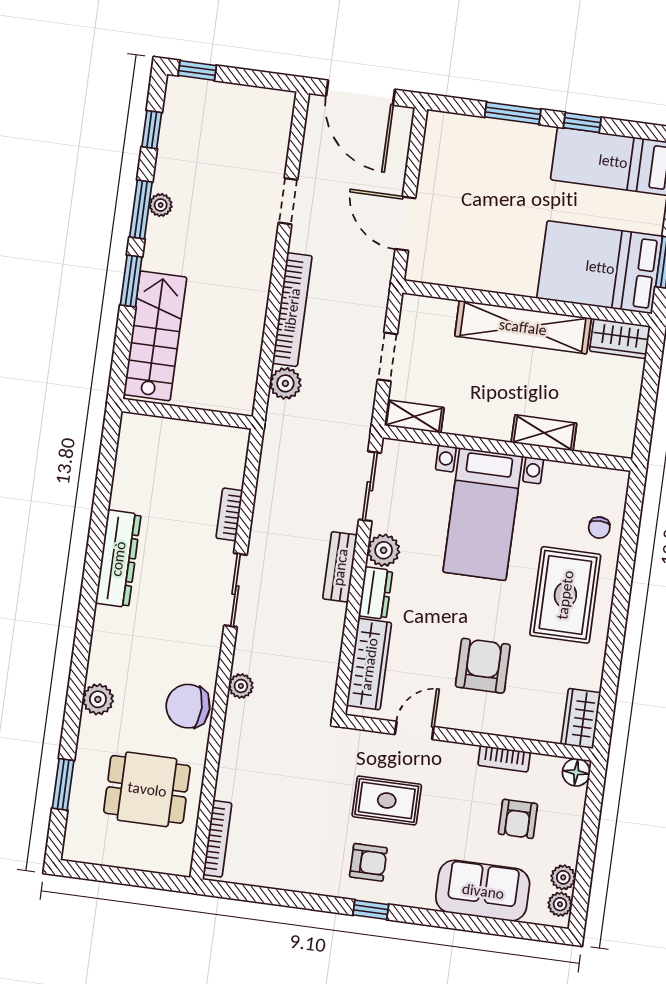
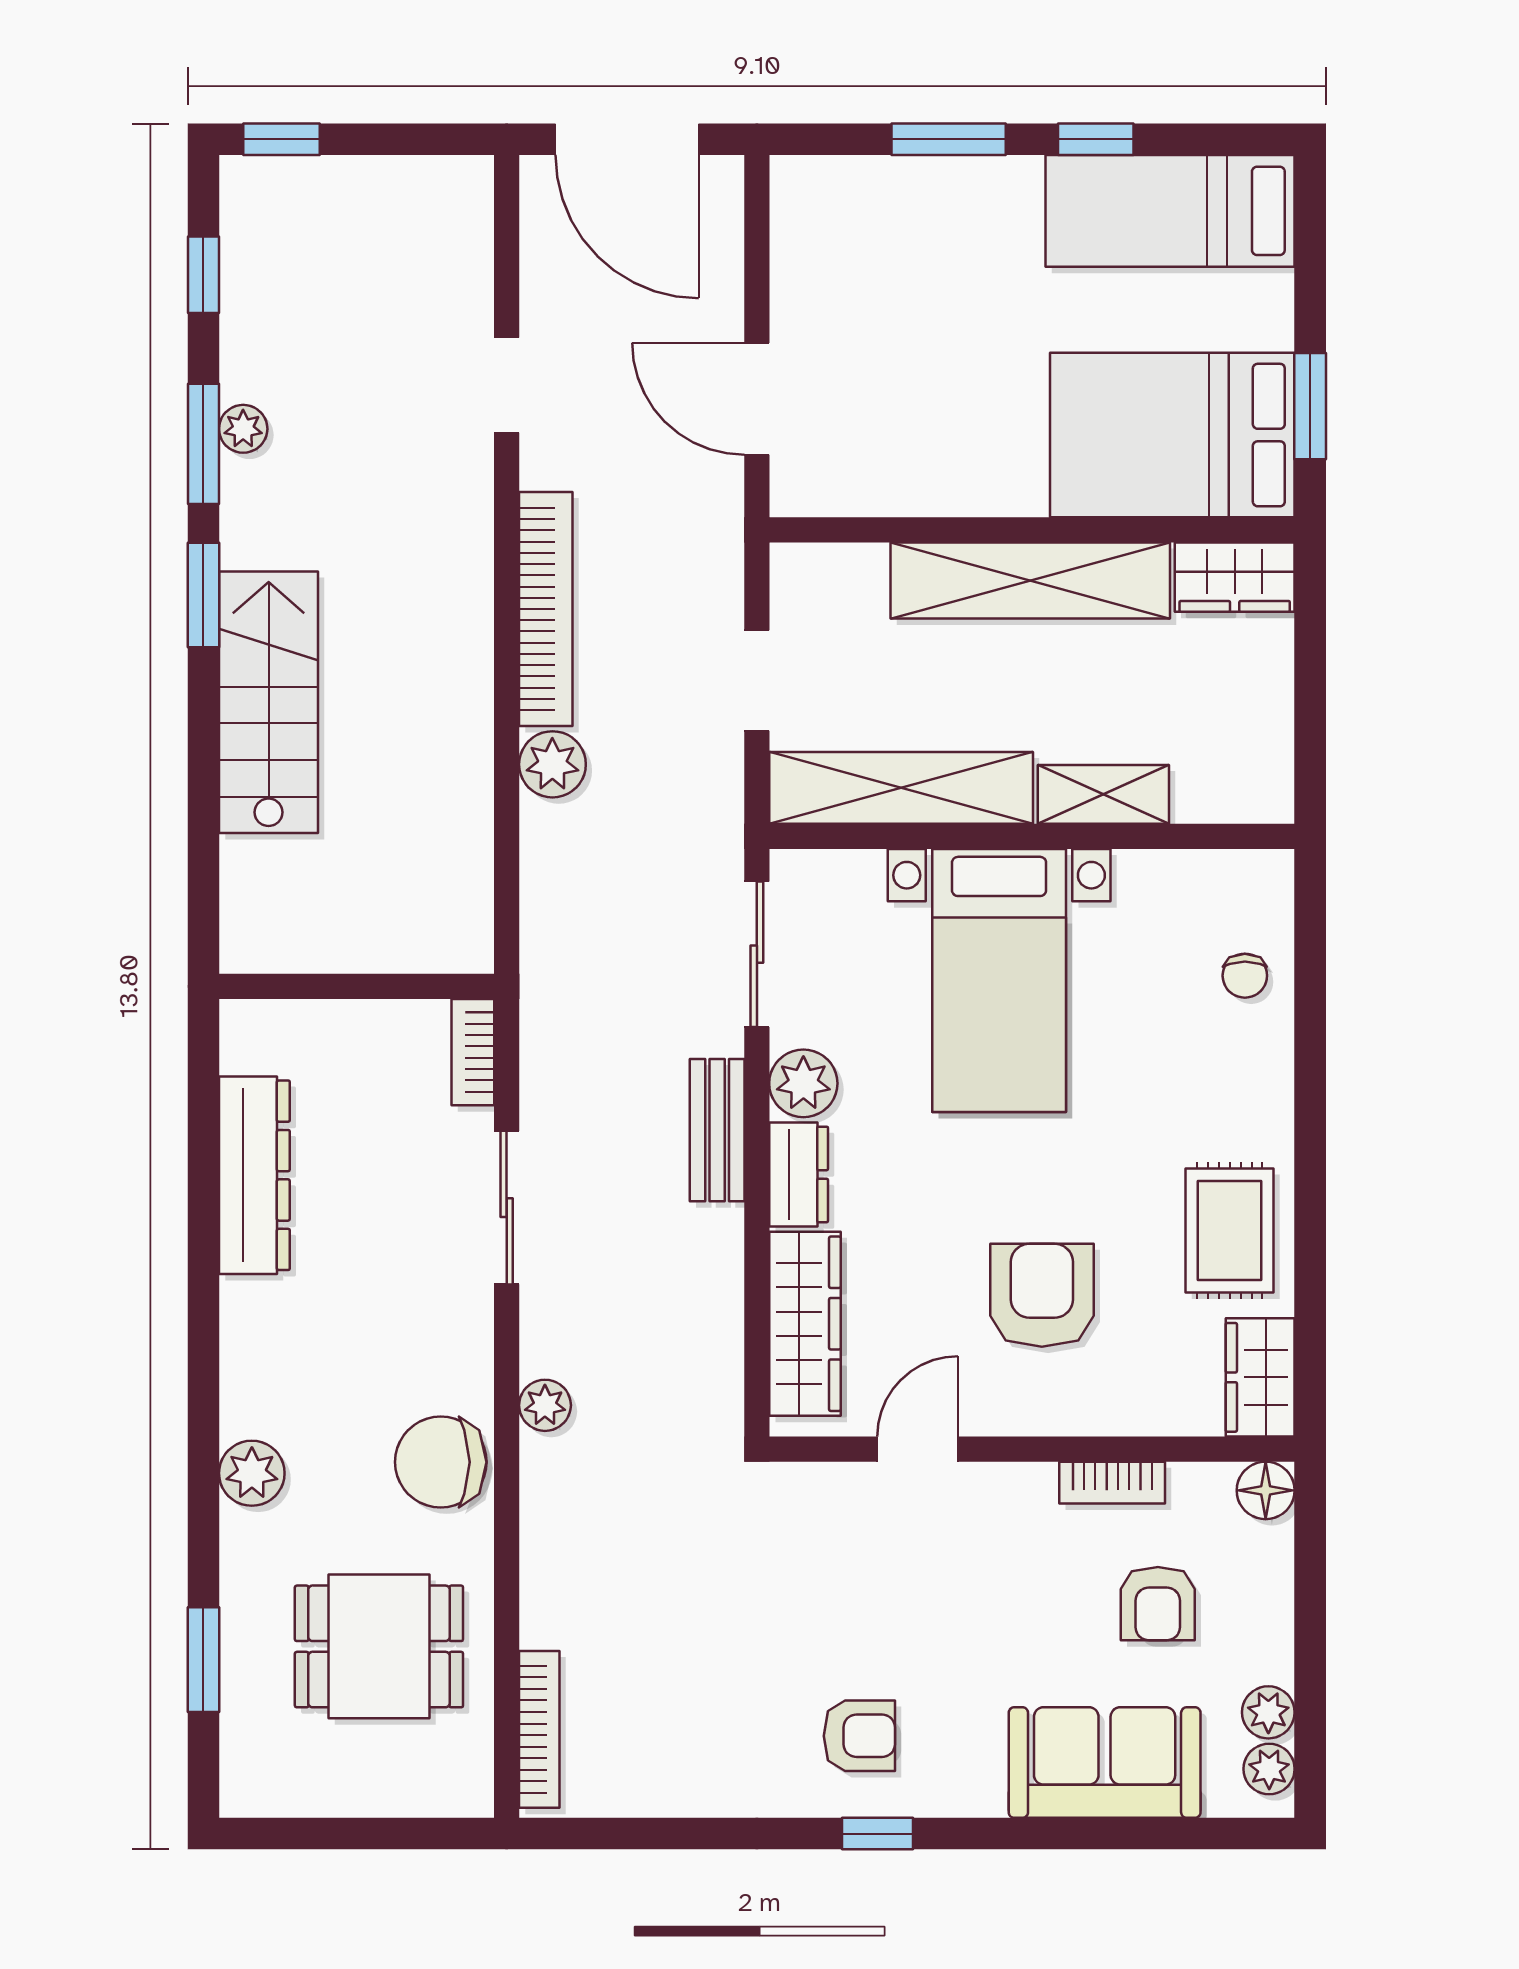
wall: (187, 414) -> (357, 986), moved
shelving: (414, 416) -> (901, 788), width x2.20, depth x1.33
rug: (565, 595) -> (1230, 1231), moved, width x0.73, depth x0.70
rug: (387, 800) -> (880, 1602), removed

